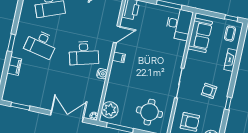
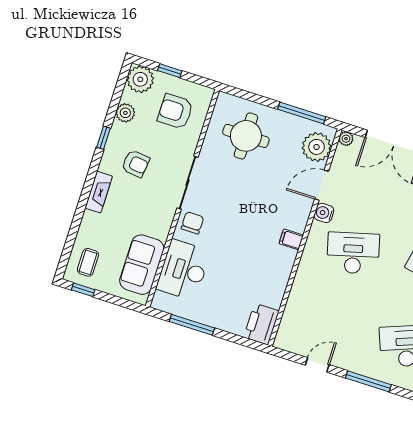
desk: (179, 24) -> (183, 270), moved
door: (117, 34) -> (322, 185), moved
fireplace: (231, 60) -> (99, 192), moved
chair: (174, 61) -> (192, 223), added
plant: (217, 118) -> (125, 113), added

